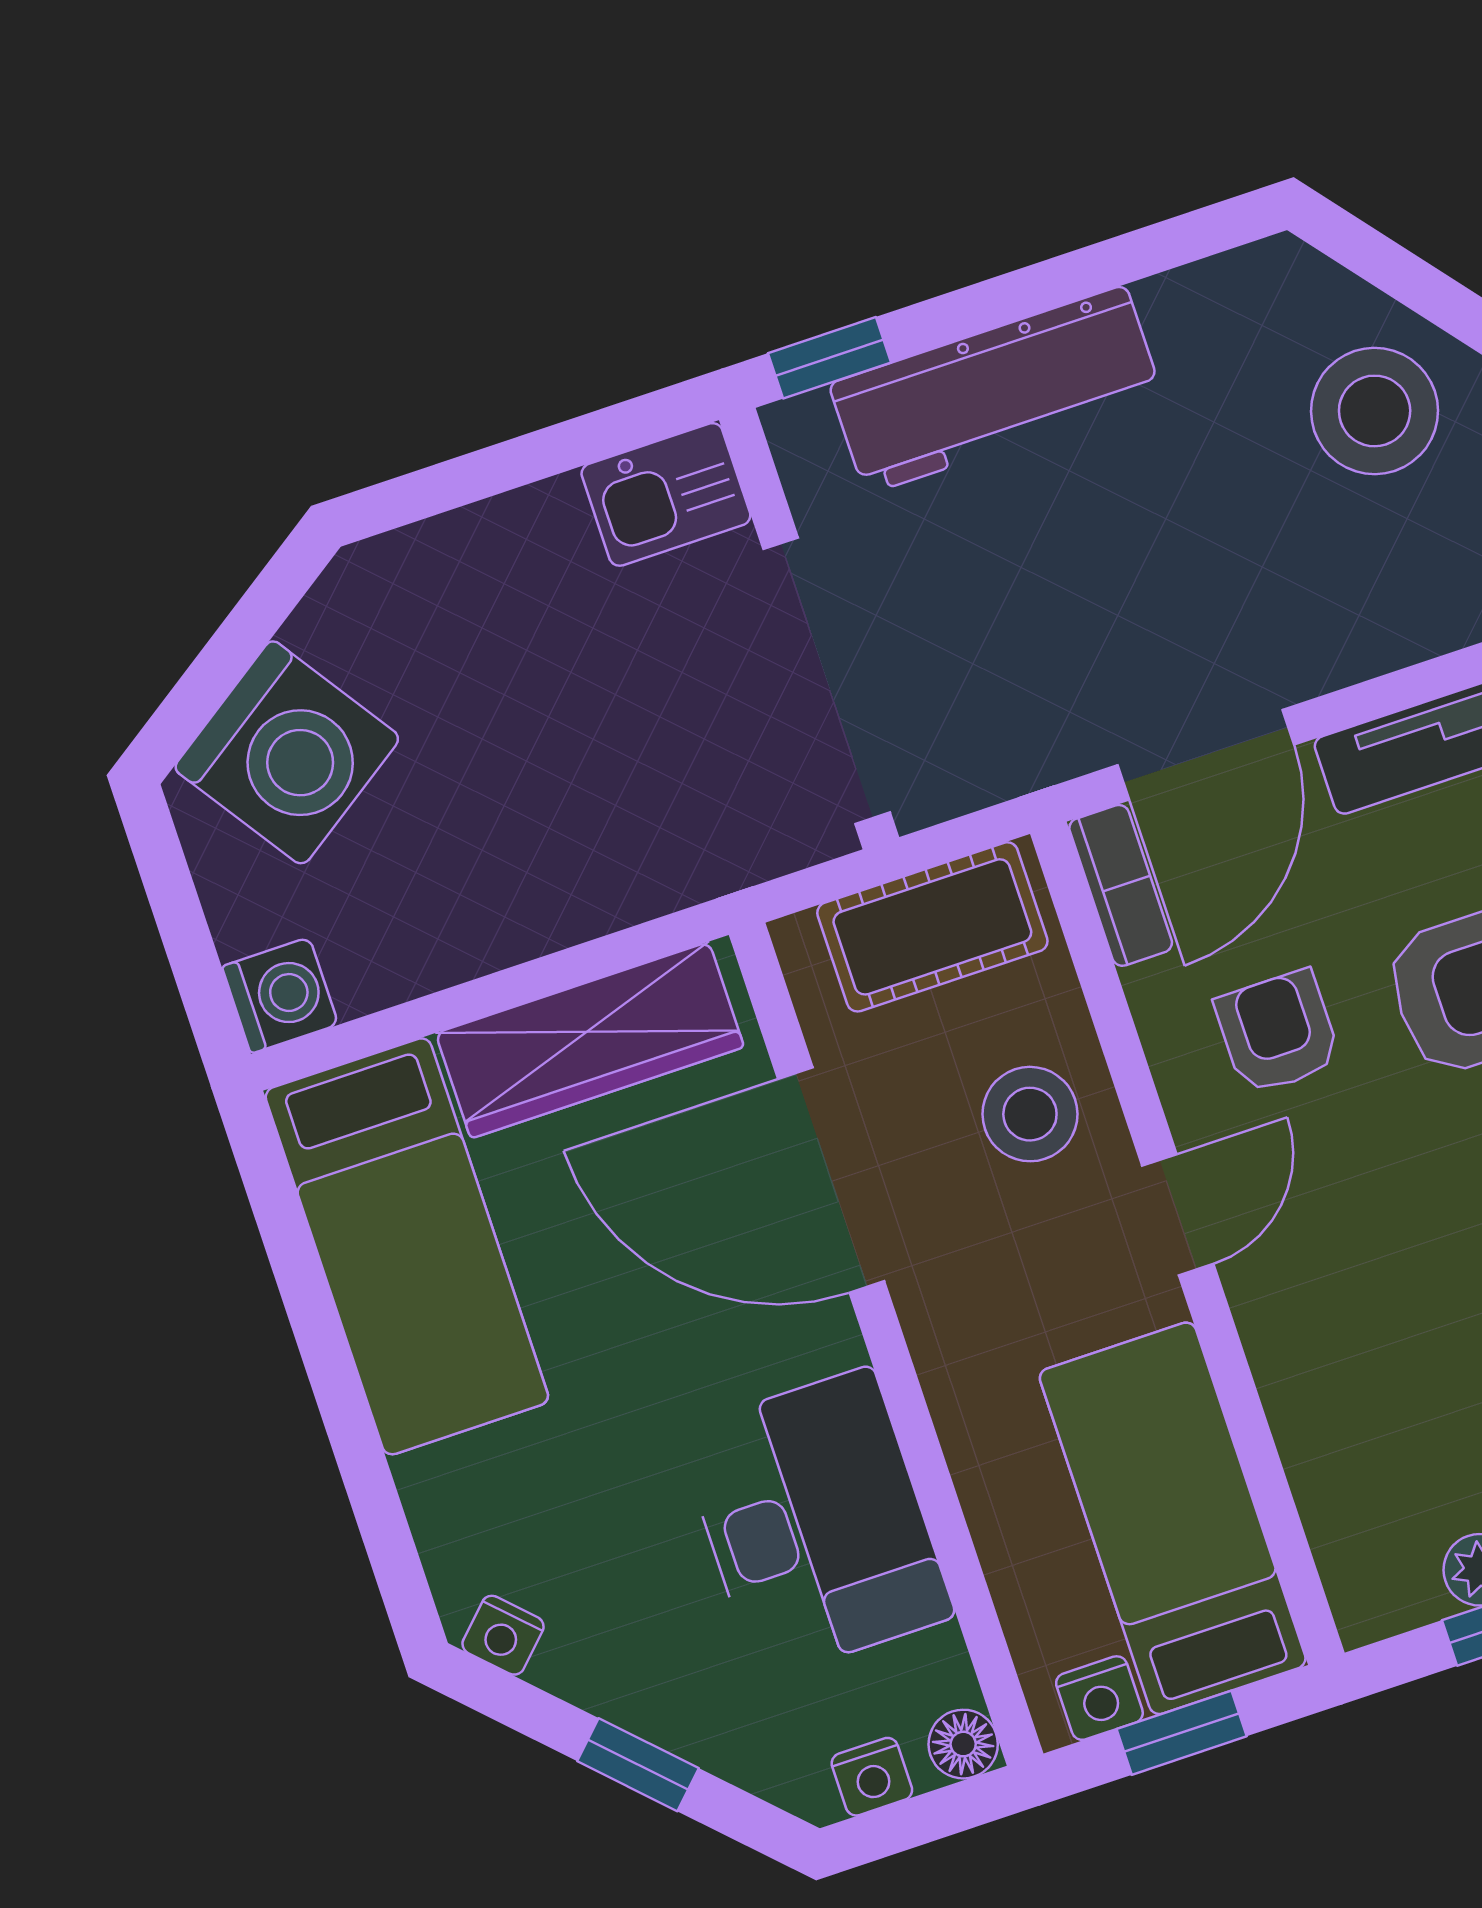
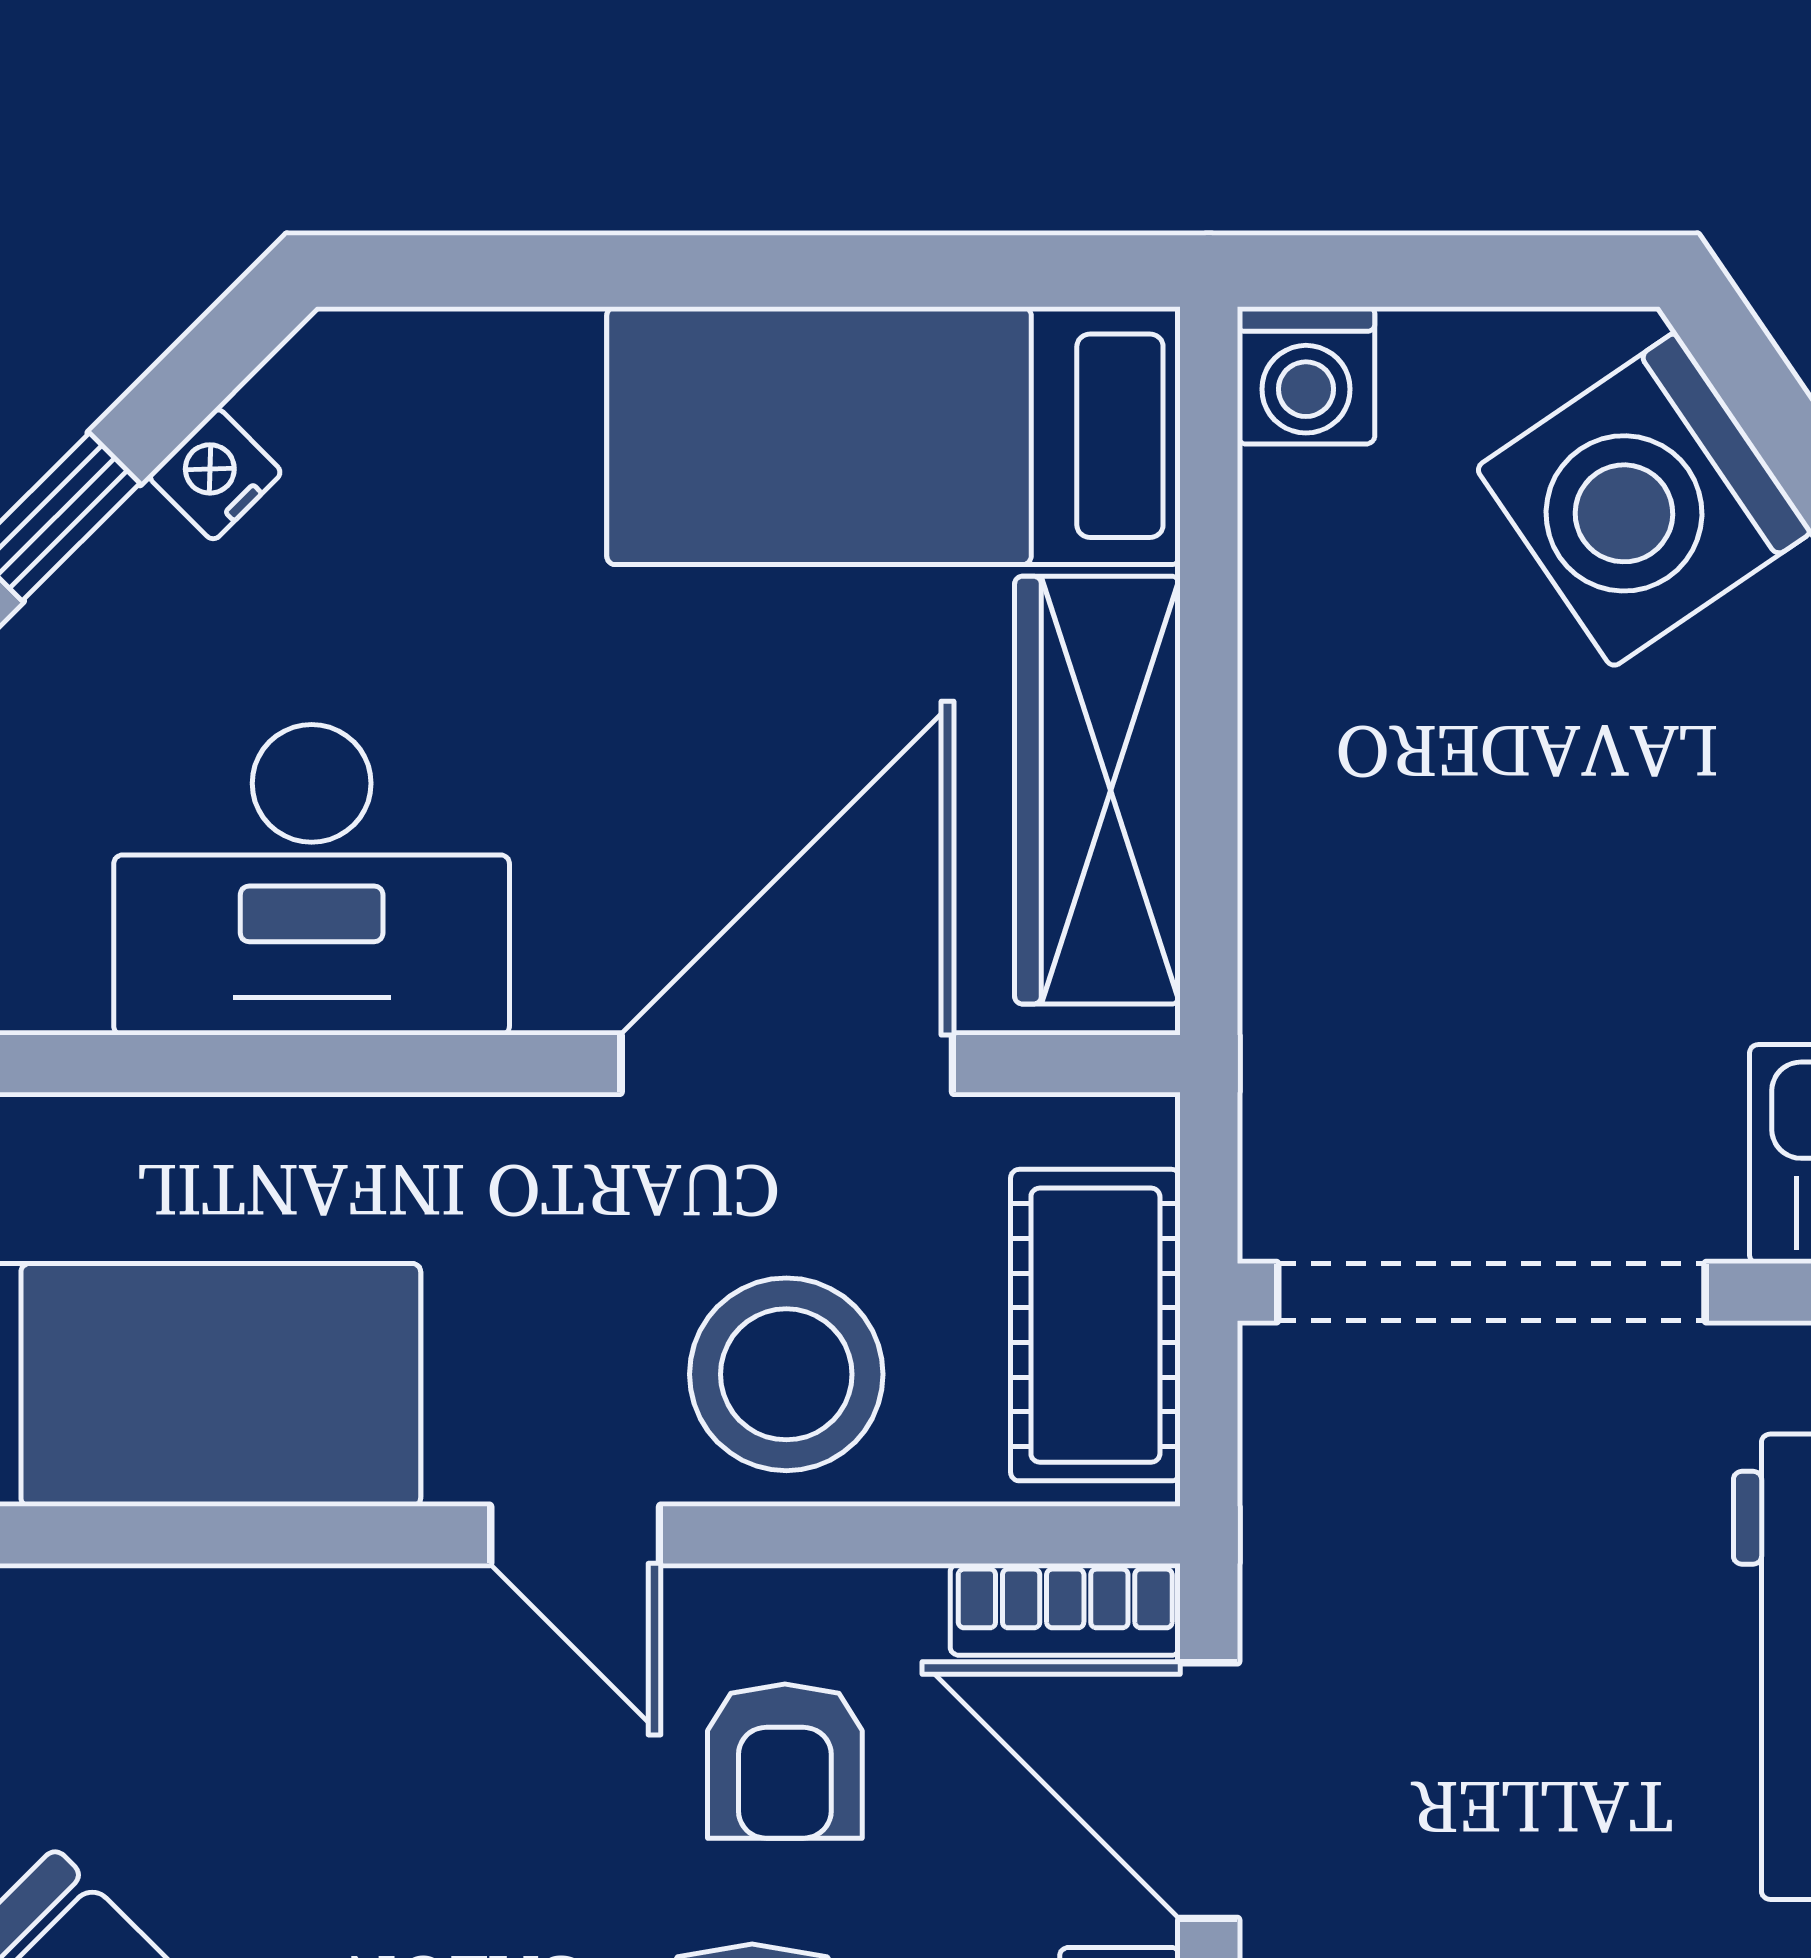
armchair: (1278, 1032) -> (785, 1761), turned 90
stool: (1030, 1114) -> (786, 1374), width x1.38, depth x1.38
nightstand: (503, 1635) -> (215, 474), moved

